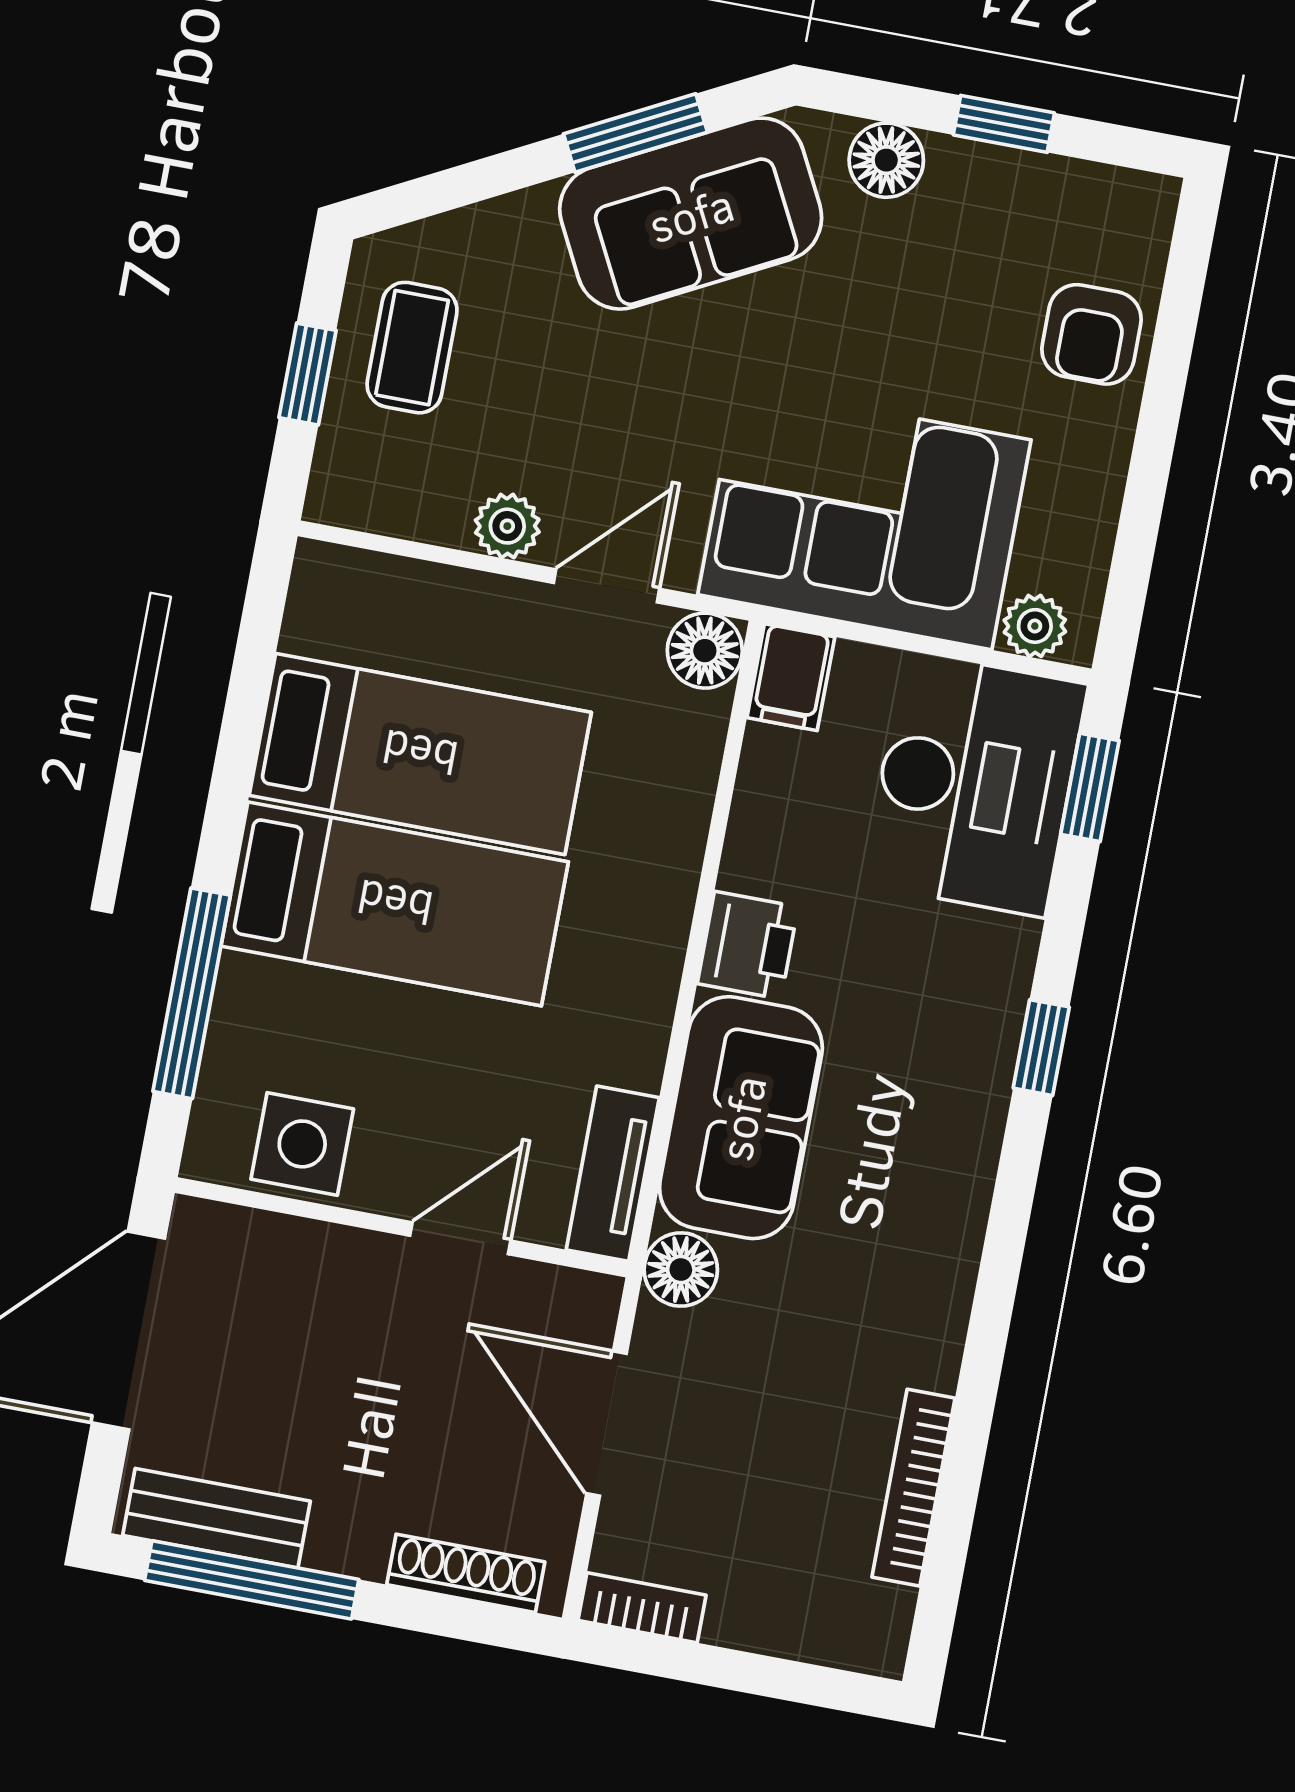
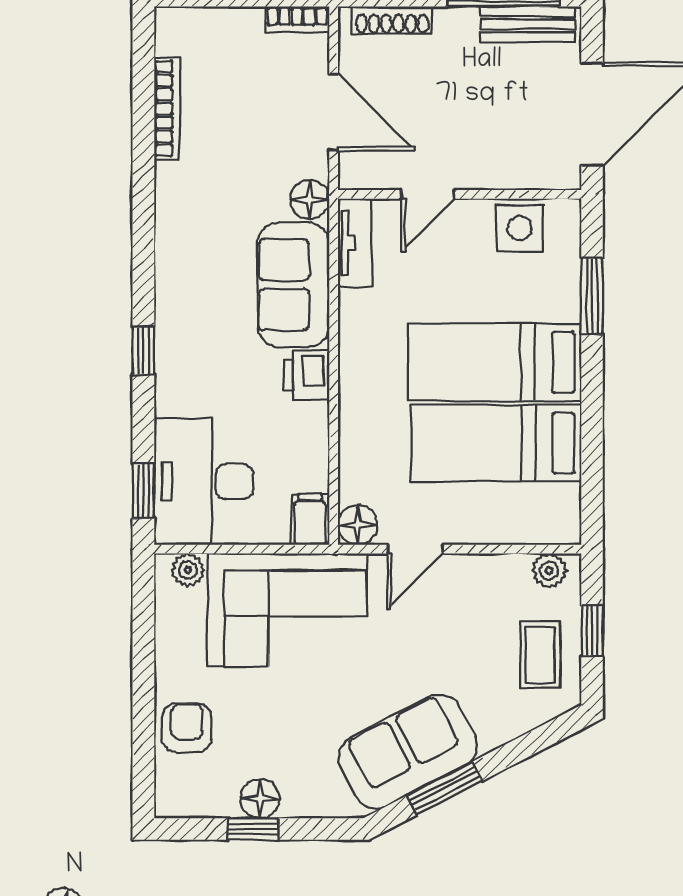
floor lamp: (886, 160) -> (260, 799), moved
plant: (507, 526) -> (549, 571), moved
window: (192, 993) -> (592, 296), width x0.69

